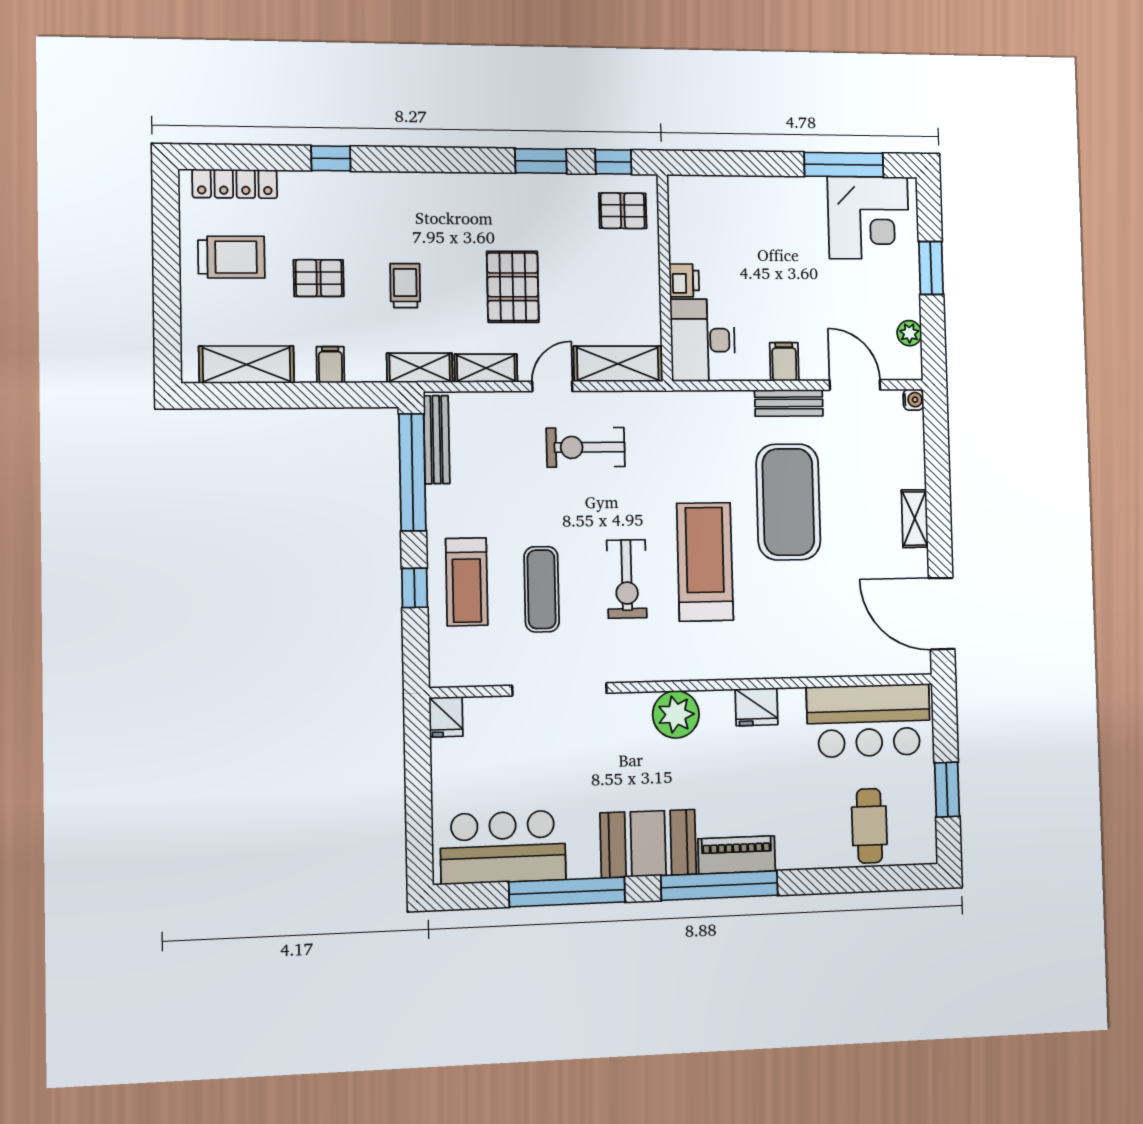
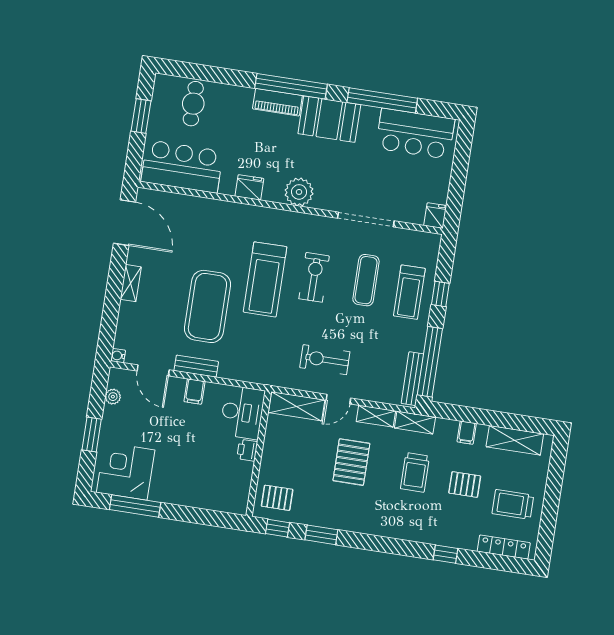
trolley: (405, 286) -> (415, 472), width x1.36, depth x1.39
exercise bike: (586, 447) -> (325, 360), turned 180
treadmill: (467, 582) -> (409, 292), turned 180

